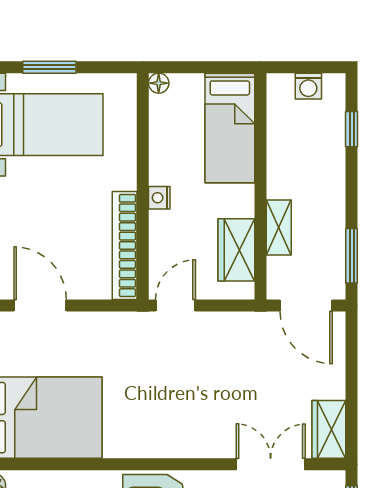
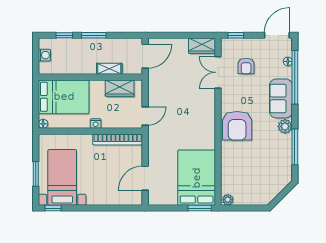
bed: (230, 128) -> (64, 97), width x1.50
window: (352, 256) -> (94, 35), moved
door: (176, 305) -> (145, 116), swing flipped

